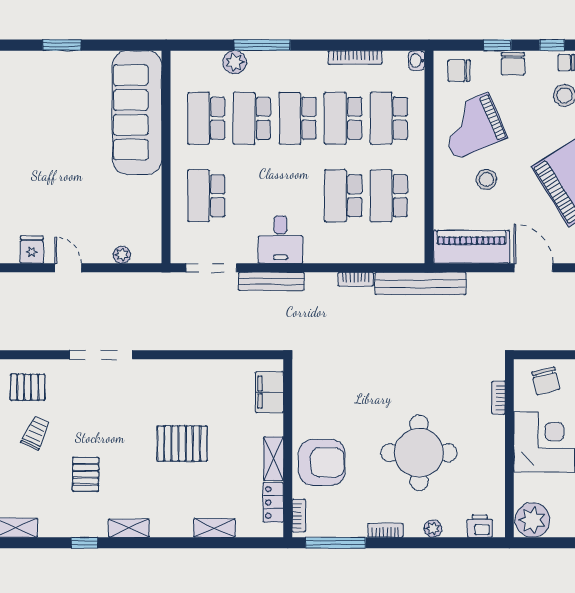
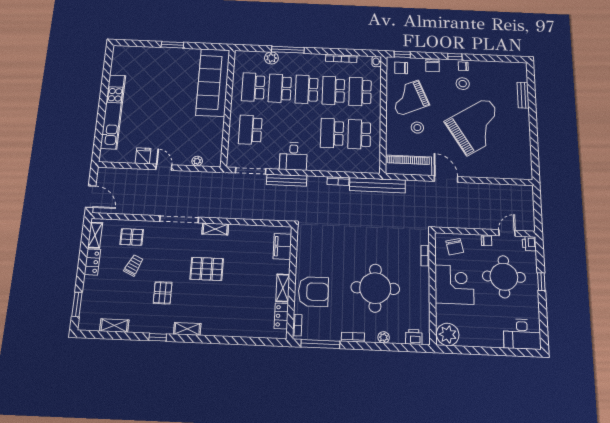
window: (497, 45) -> (402, 54), moved
pallet: (182, 443) -> (207, 269), moved
shelving: (214, 528) -> (215, 229), moved

